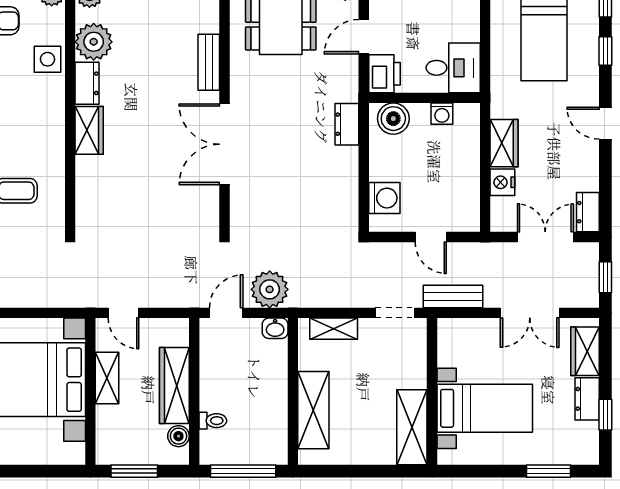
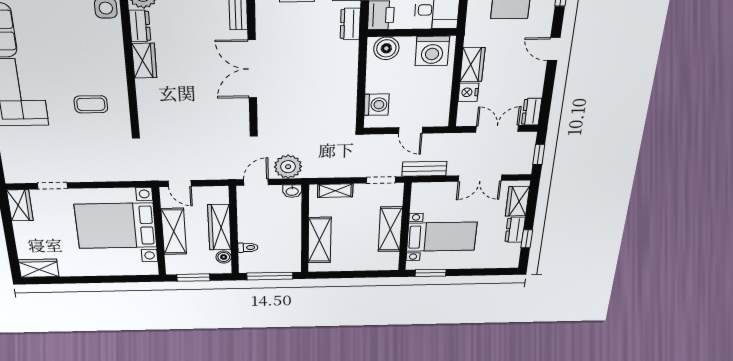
washing machine: (442, 114) -> (432, 51), width x1.89, depth x1.89
dresser: (347, 124) -> (350, 24), moved
shelving: (107, 378) -> (174, 231), width x1.50, depth x1.33
shelving: (412, 427) -> (390, 229), moved
window: (548, 471) -> (431, 273), moved

